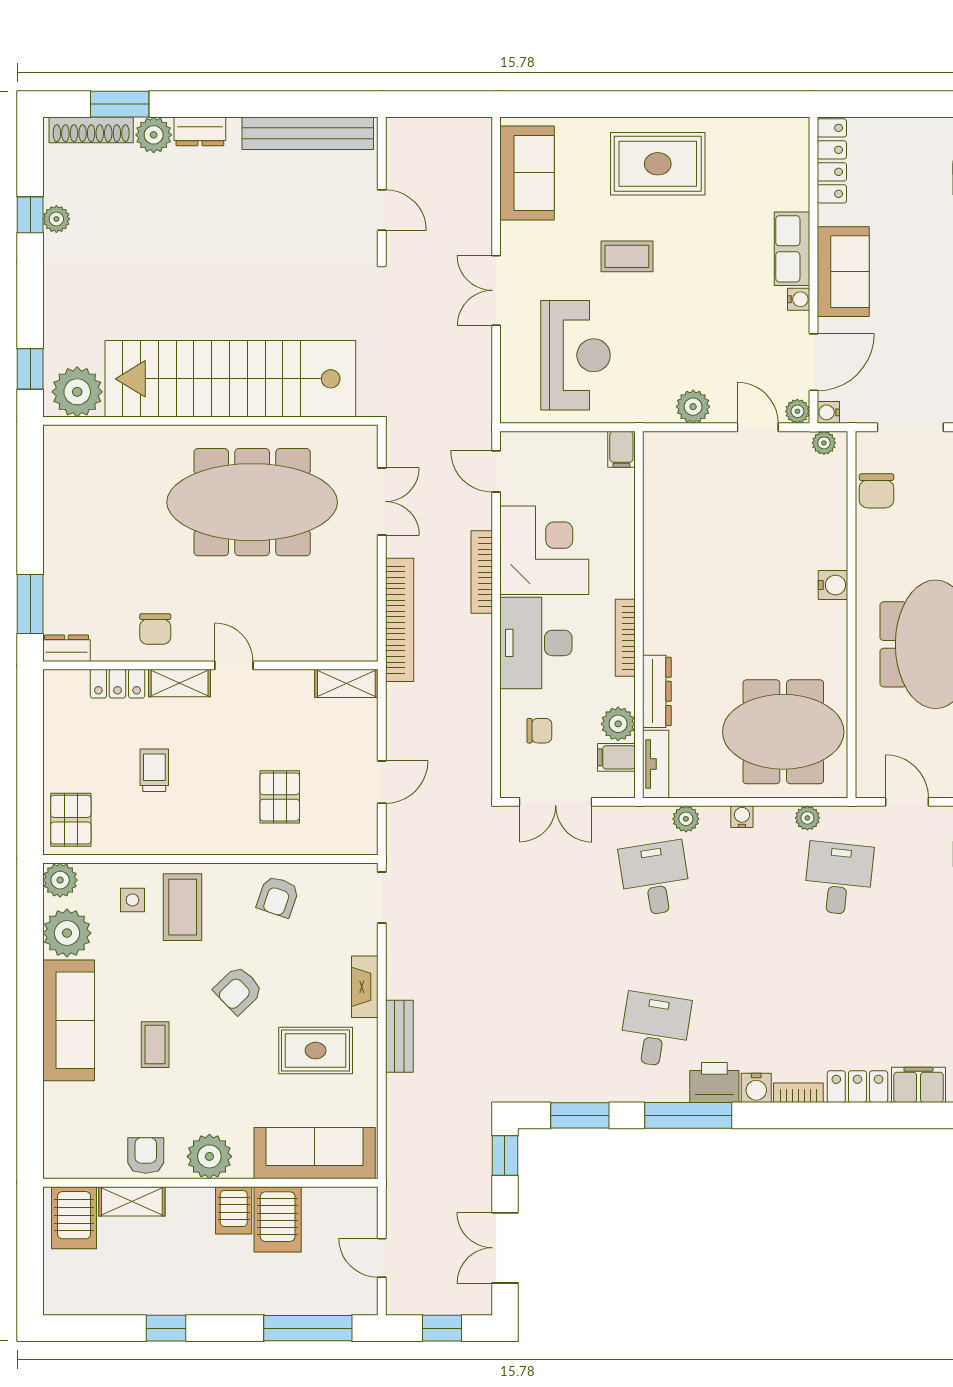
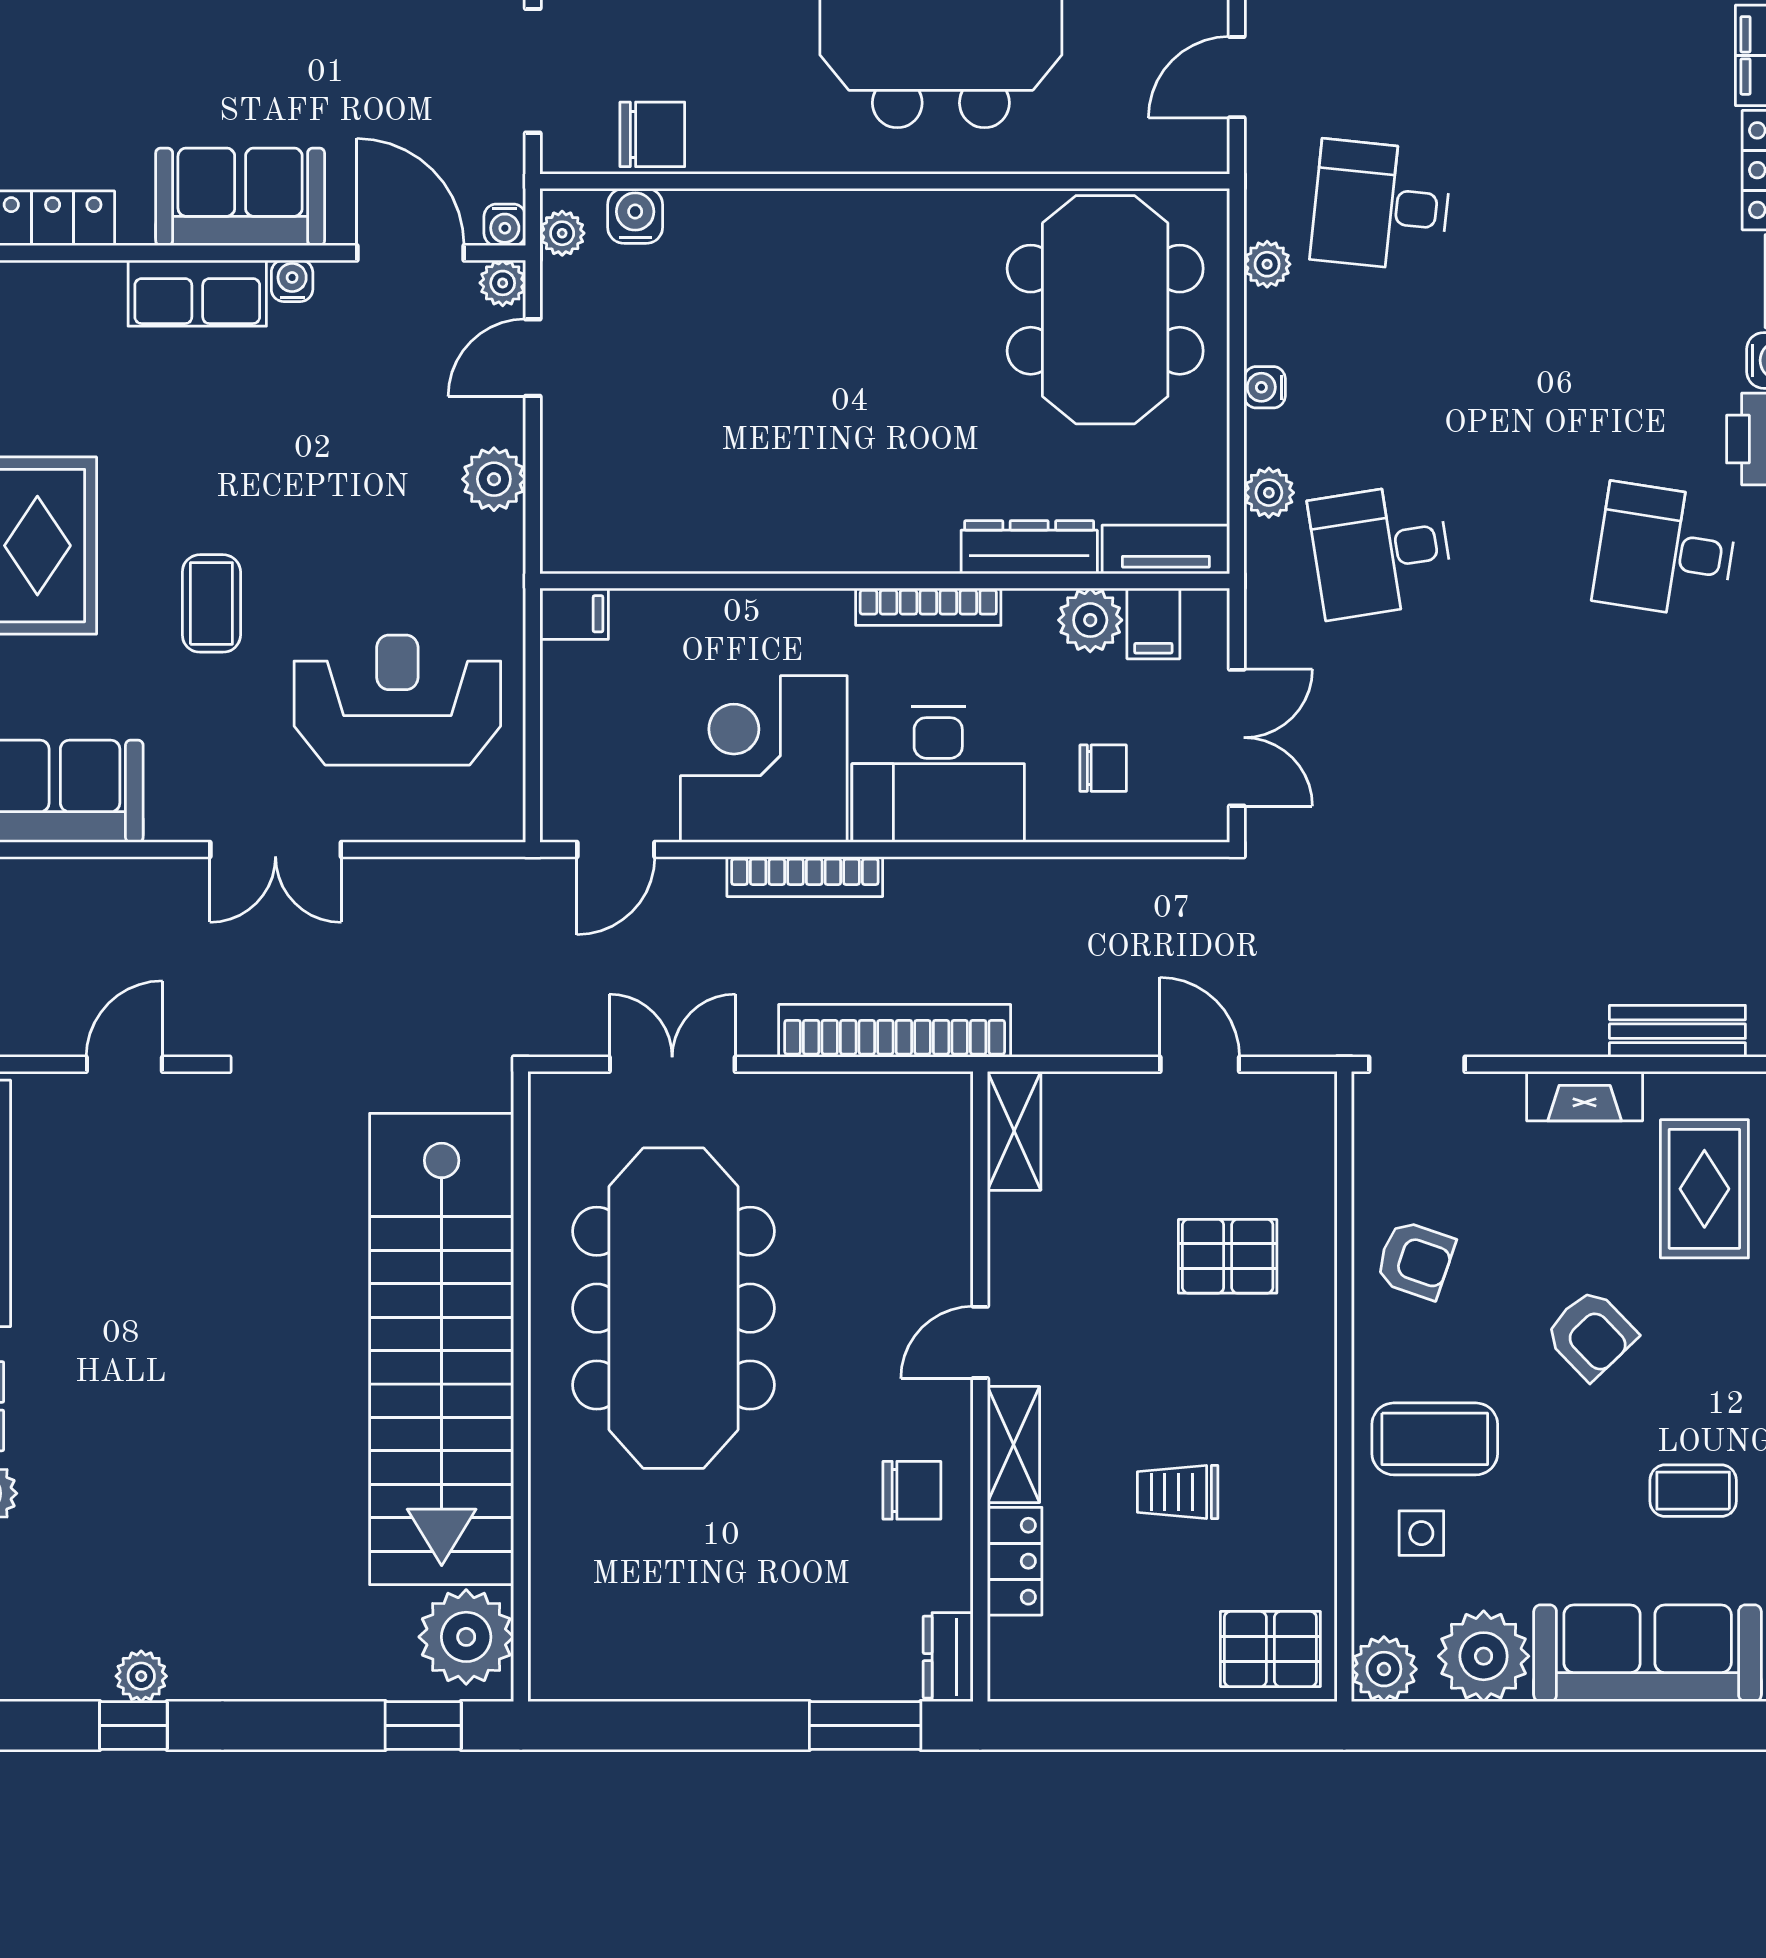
water cooler: (833, 585) -> (635, 216), moved
chair: (539, 731) -> (1103, 768), turned 90

